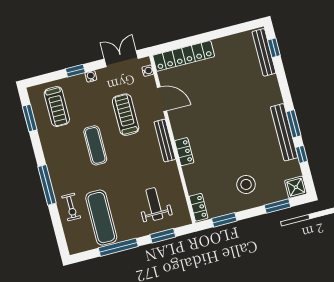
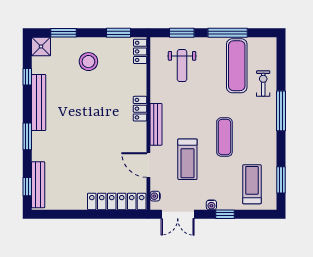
window: (294, 124) -> (27, 136), moved

